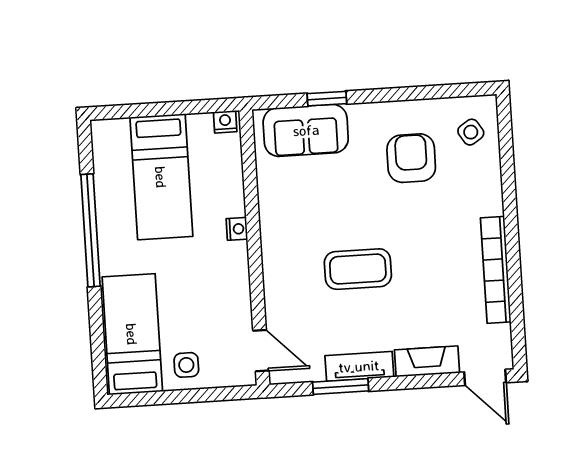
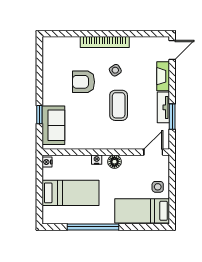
side table: (471, 132) -> (115, 70), moved
armchair: (411, 158) -> (84, 82), moved
floor lamp: (235, 268) -> (114, 162), added
bookcase: (496, 270) -> (105, 42), moved

